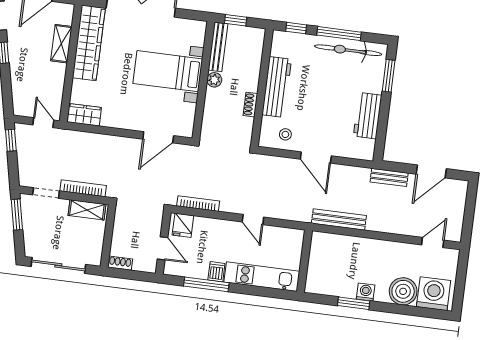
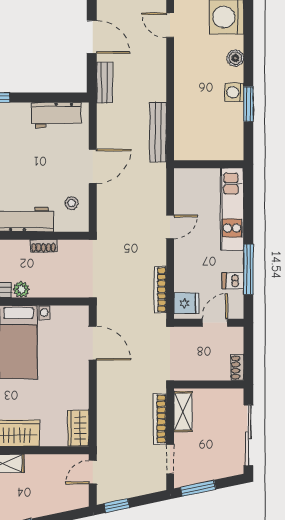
workbench: (368, 116) -> (56, 115), moved
dishwasher: (216, 272) -> (233, 281), moved
boiler: (403, 291) -> (235, 58), width x0.54, depth x0.54

